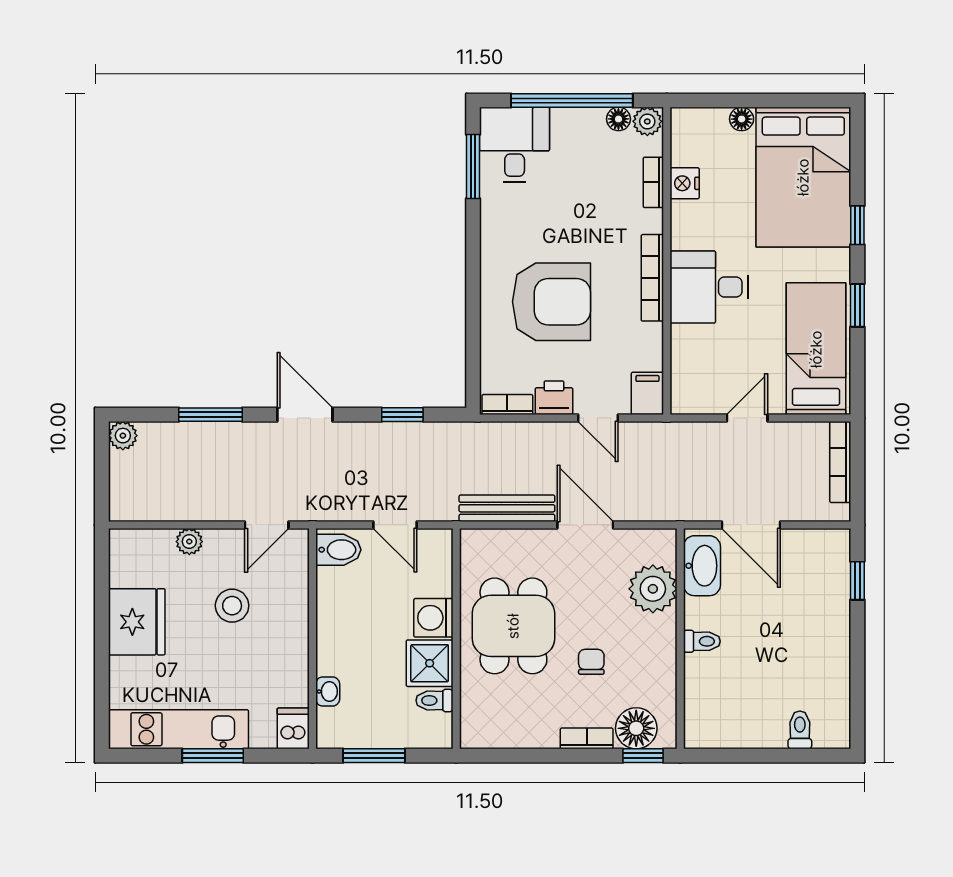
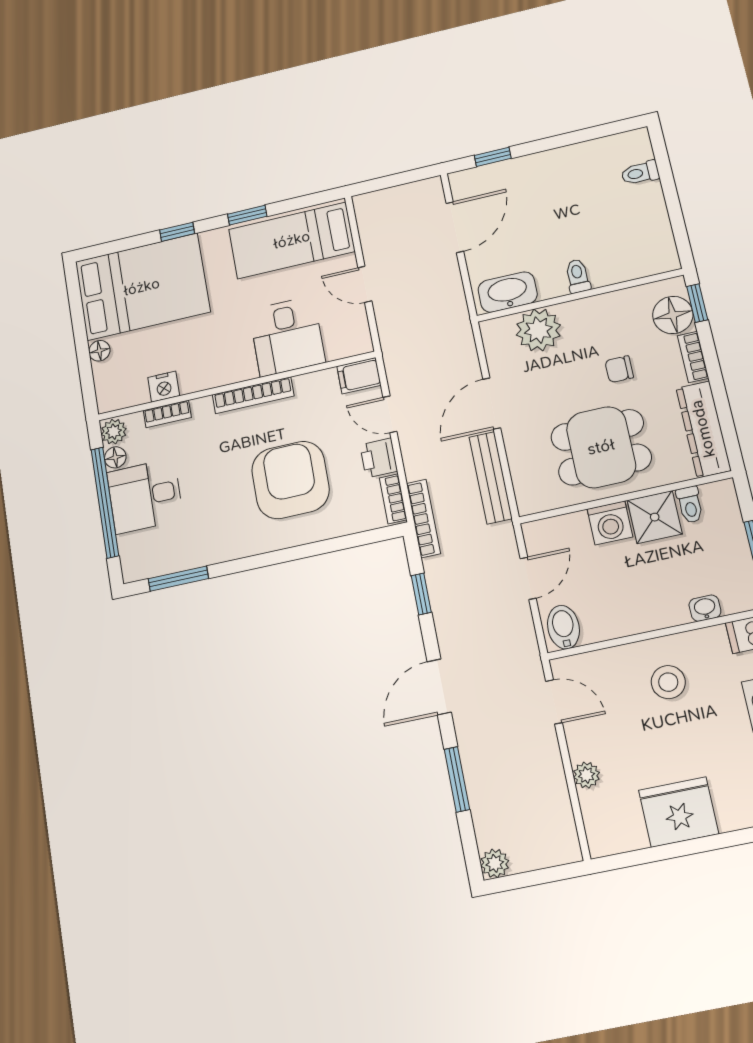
desk: (515, 145) -> (145, 496), moved
desk: (709, 287) -> (287, 336), moved
door: (598, 418) -> (390, 414), swing flipped
bookcase: (840, 462) -> (423, 518), moved, turned -90
door: (751, 525) -> (455, 227), moved
stool: (232, 606) -> (668, 682), moved
dresser: (509, 731) -> (703, 429), added

